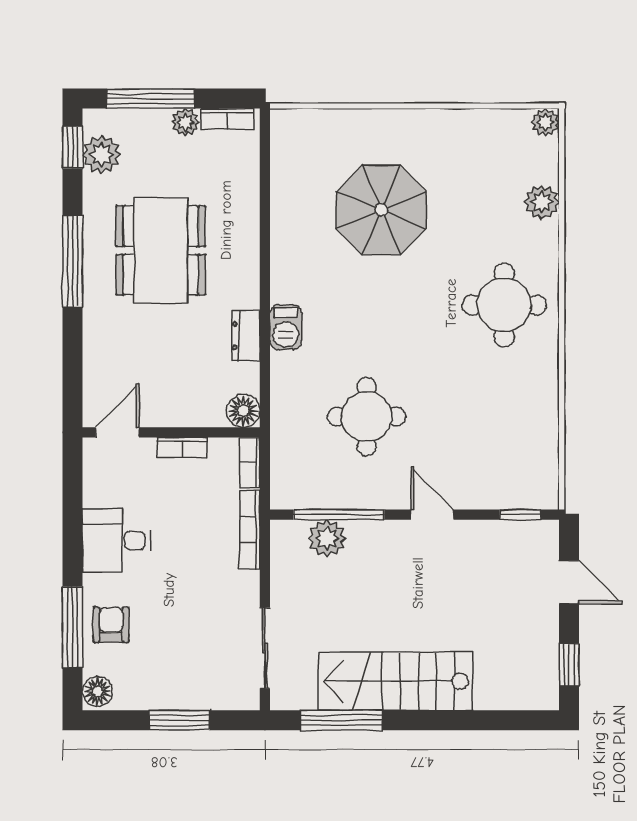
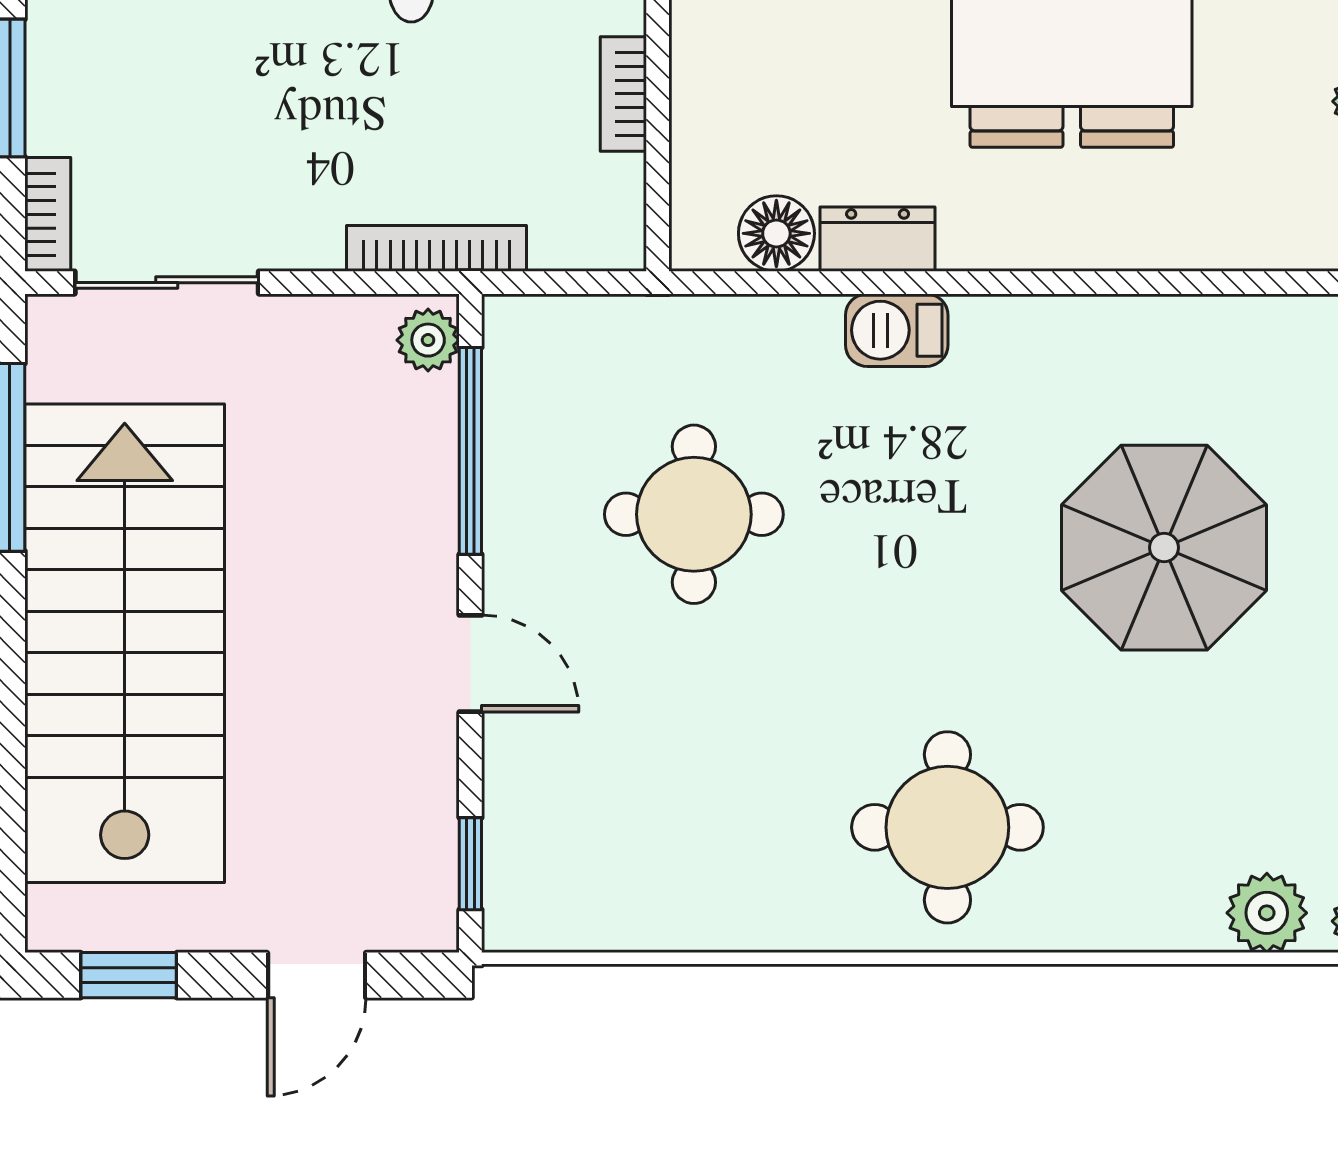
plant: (542, 202) -> (1267, 913), moved
floor lamp: (243, 411) -> (776, 233), moved
bookcase: (250, 462) -> (48, 214), moved, turned 90
door: (432, 515) -> (470, 663), hinge flipped
plant: (327, 538) -> (428, 340), moved, width x0.73, depth x0.73
stairs: (395, 681) -> (125, 643), width x1.36, depth x1.51

